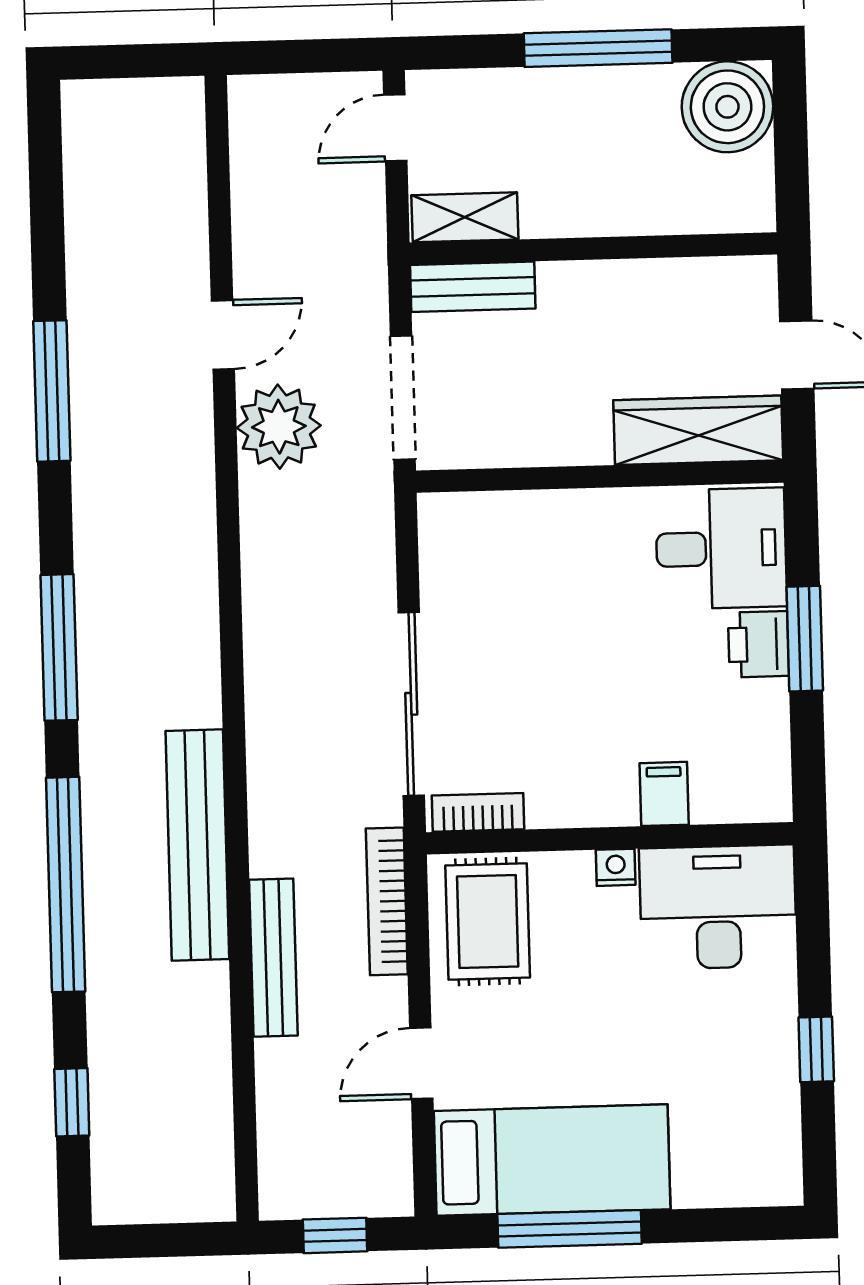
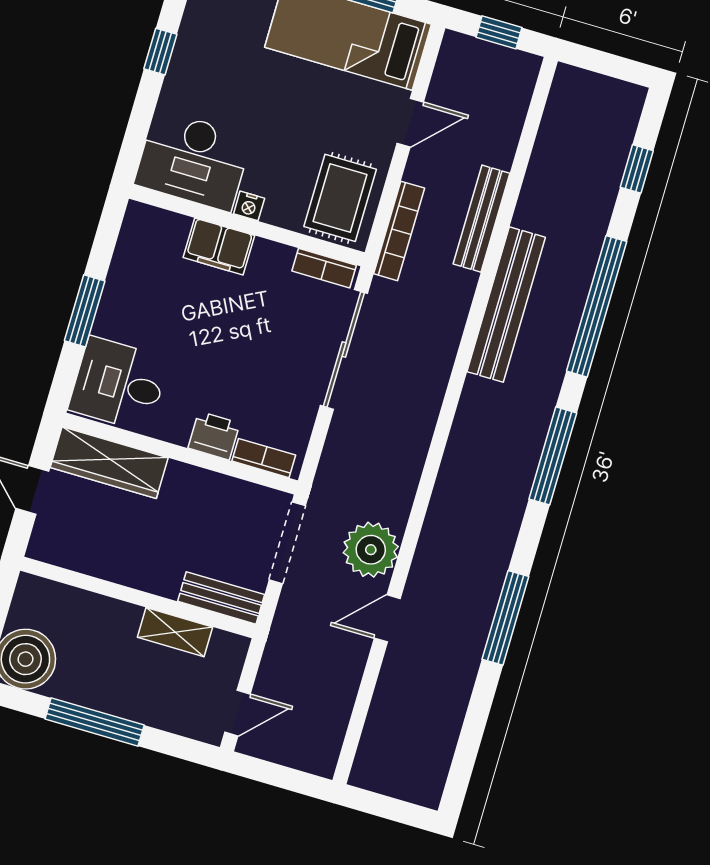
shelving: (465, 217) -> (175, 632), moved
bookcase: (477, 509) -> (264, 458), added
printer: (759, 644) -> (214, 436), moved, turned -90
filing cabinet: (664, 794) -> (219, 246), width x2.00

